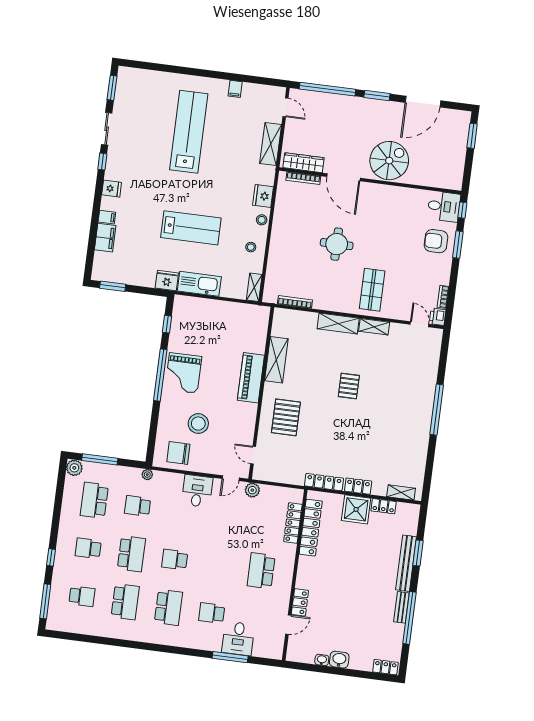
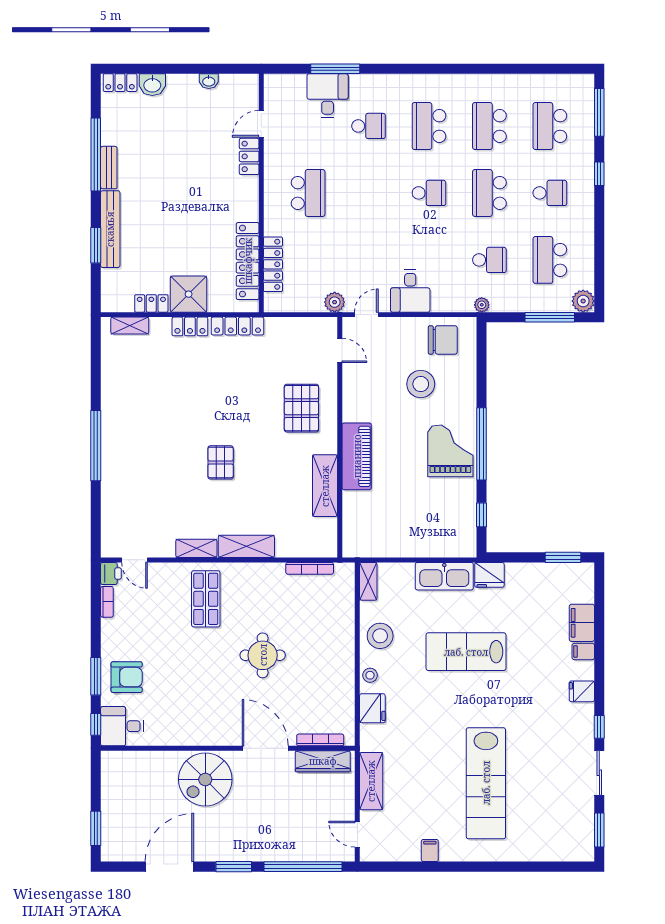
stool: (251, 247) -> (380, 636), width x1.89, depth x1.89
school desk: (94, 500) -> (550, 260), turned 180
school desk: (82, 596) -> (550, 126), width x1.85
washbasin: (339, 660) -> (152, 85), moved

